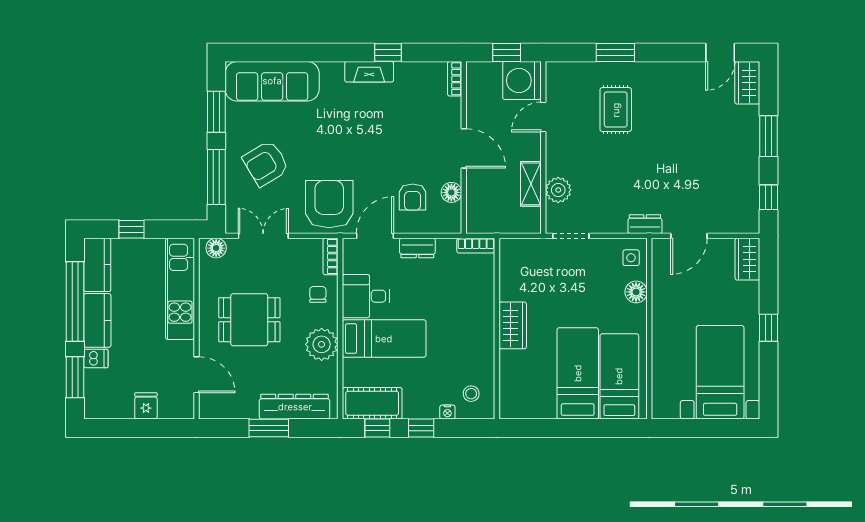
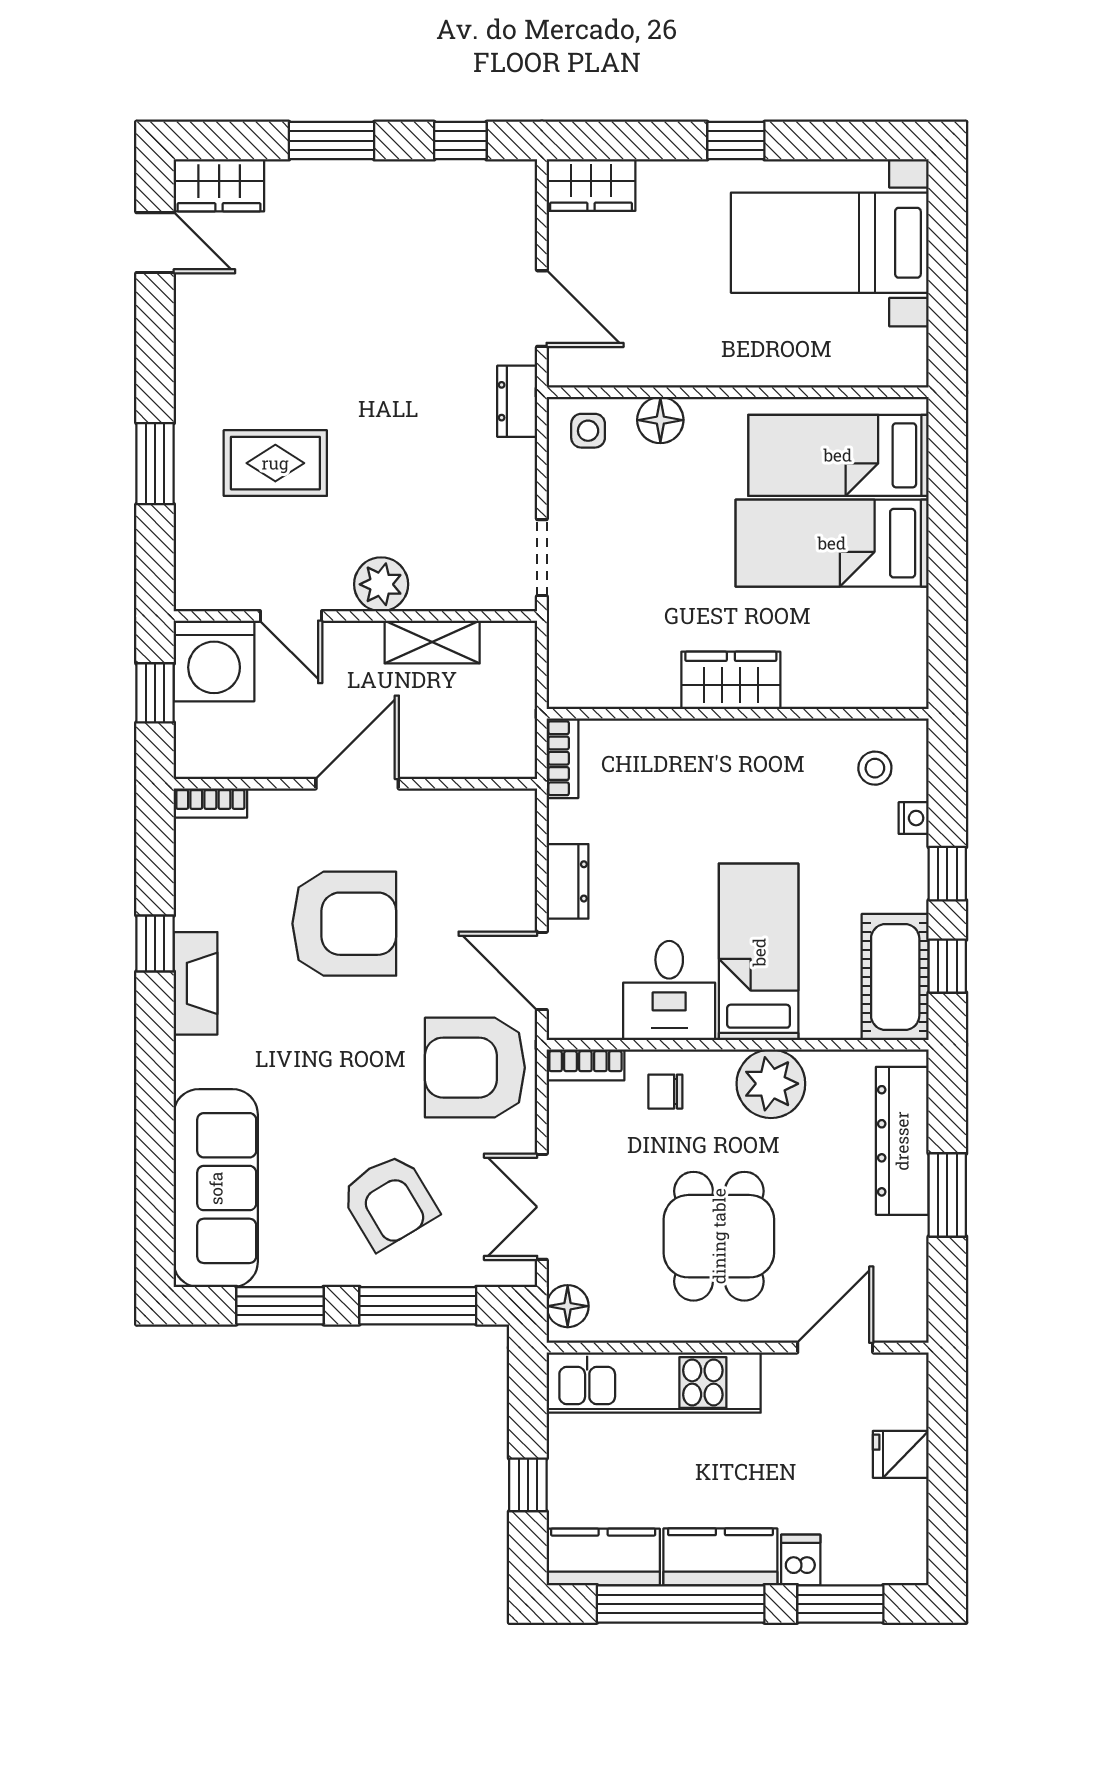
plant: (558, 190) -> (381, 584), moved
floor lamp: (451, 192) -> (450, 810), removed
armchair: (413, 197) -> (344, 924), moved, width x1.88, depth x1.88

